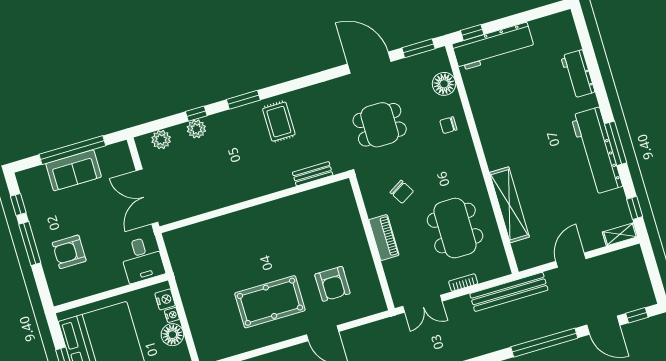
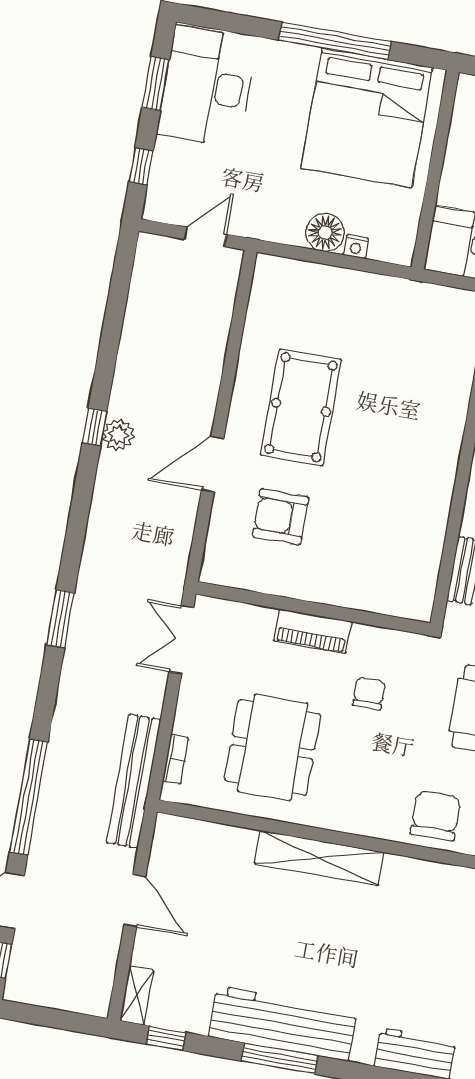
chair: (448, 125) -> (435, 816), width x1.87, depth x1.87
chair: (402, 192) -> (369, 693), turned 121
shelving: (509, 205) -> (319, 858), moved
dining table: (455, 228) -> (273, 747), turned 90
bookcase: (463, 282) -> (176, 759), moved
nightstand: (165, 299) -> (385, 248), removed

